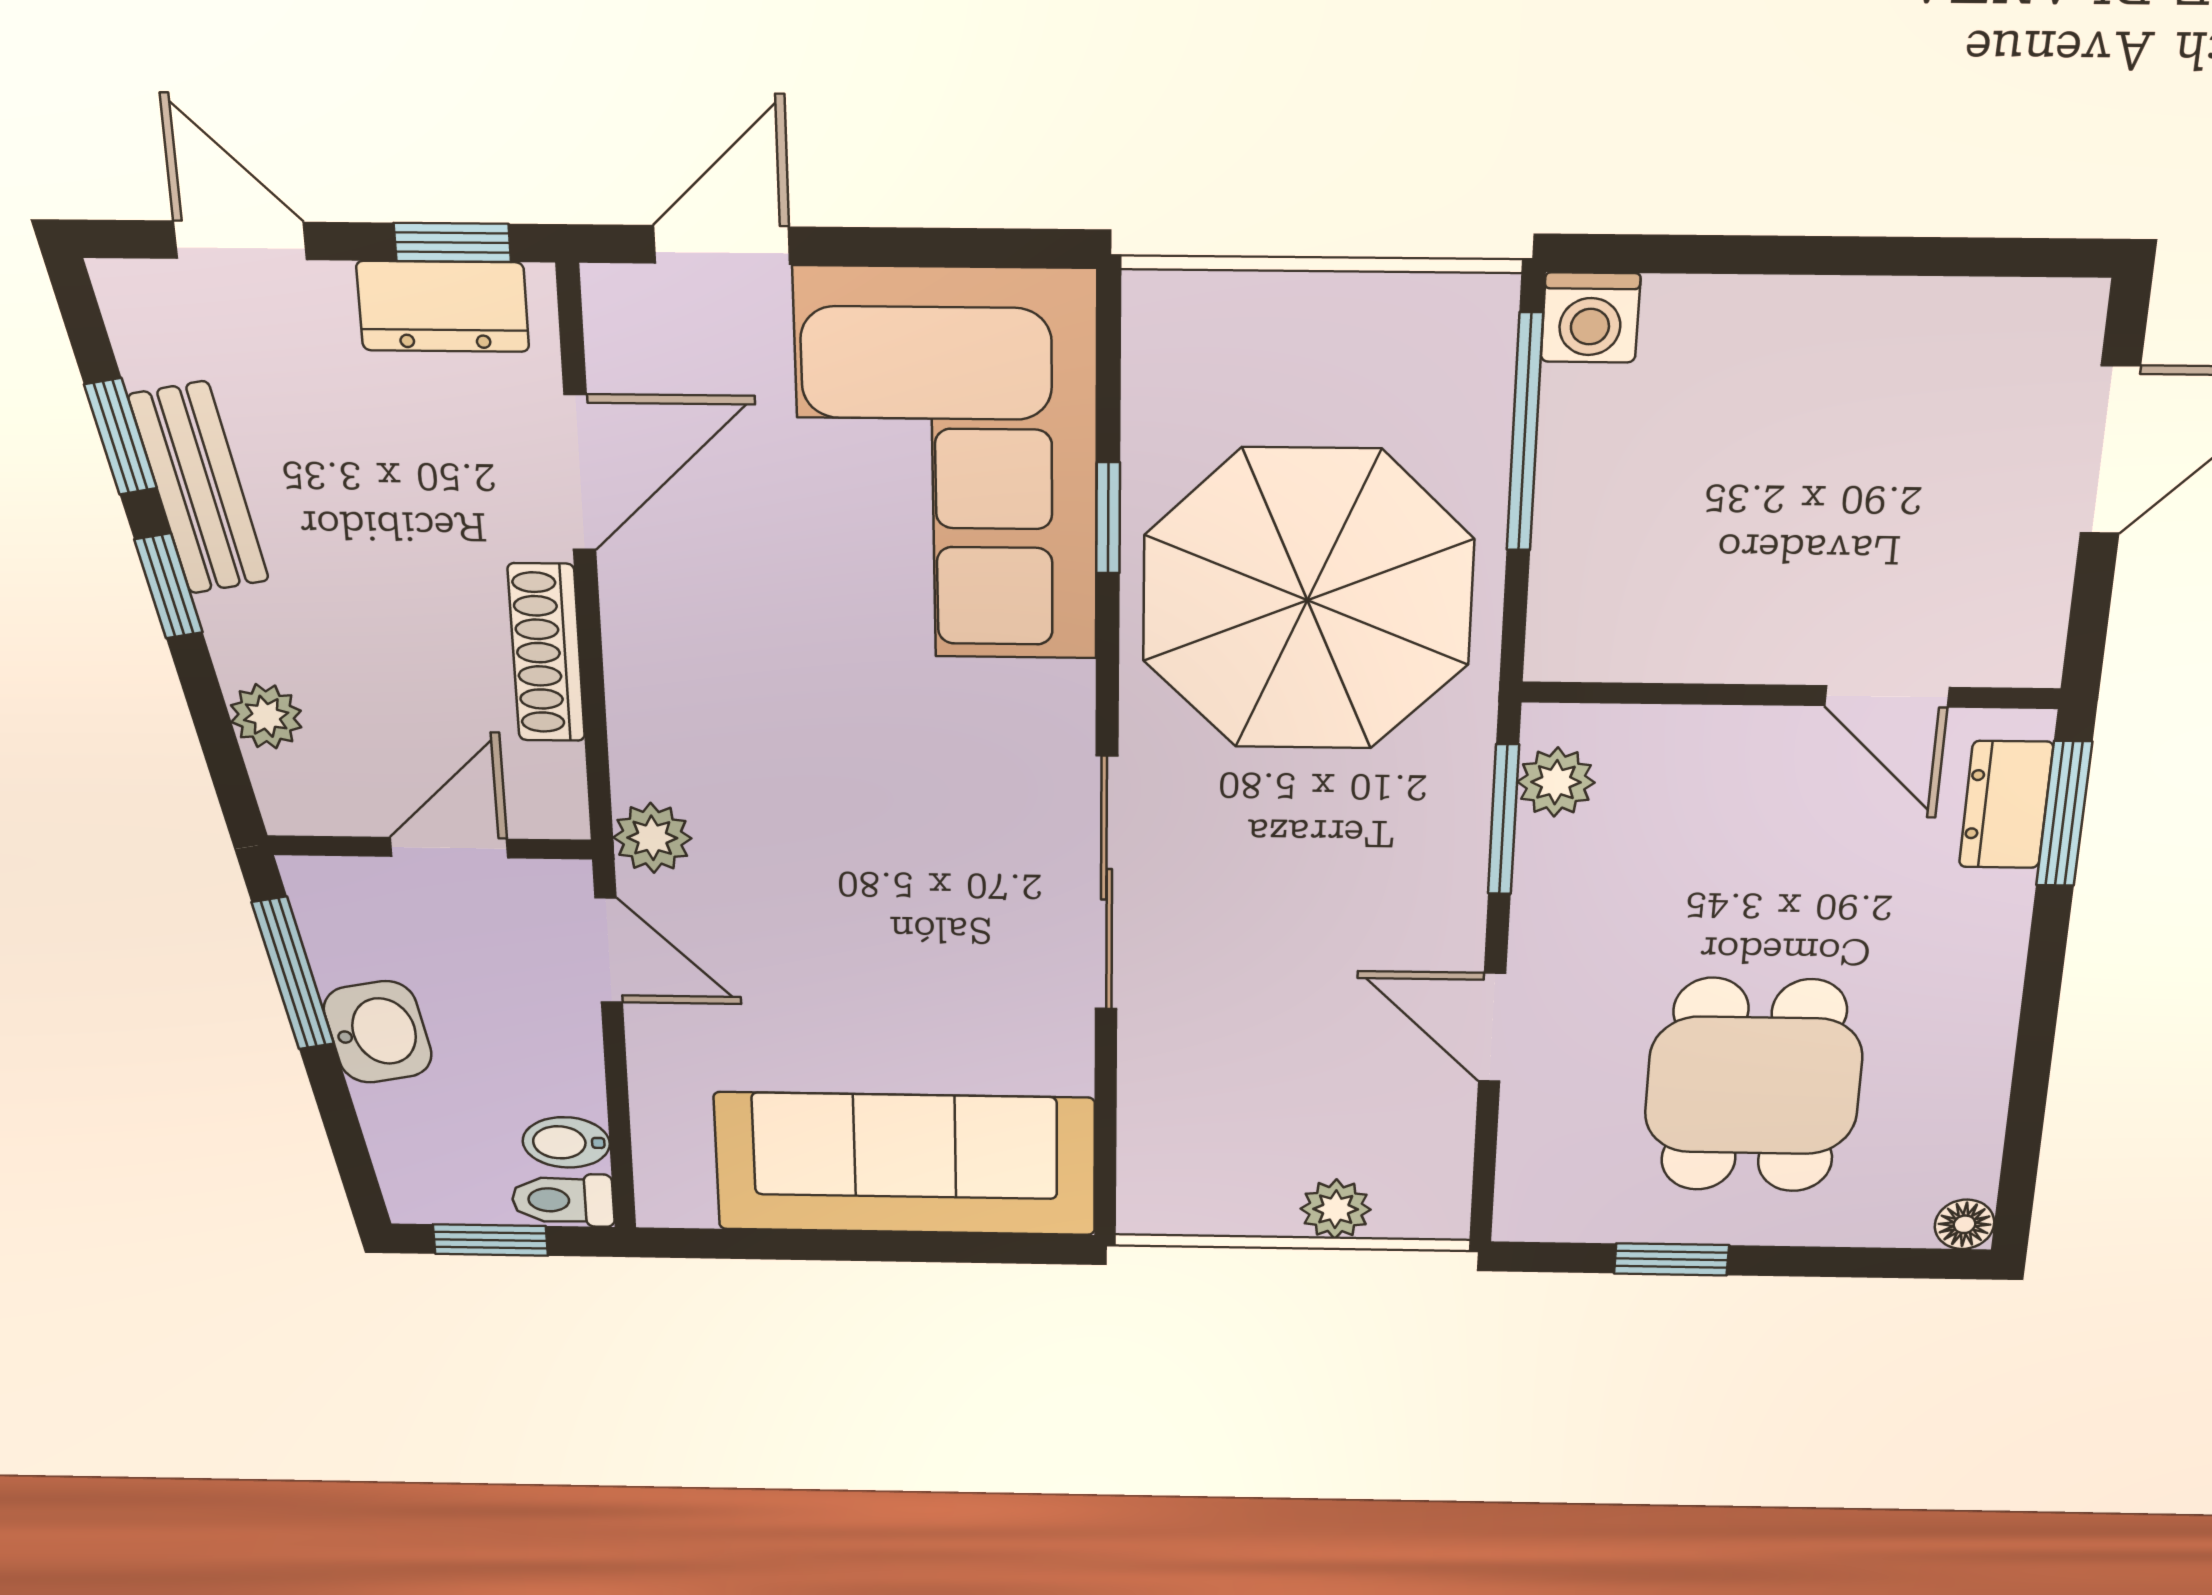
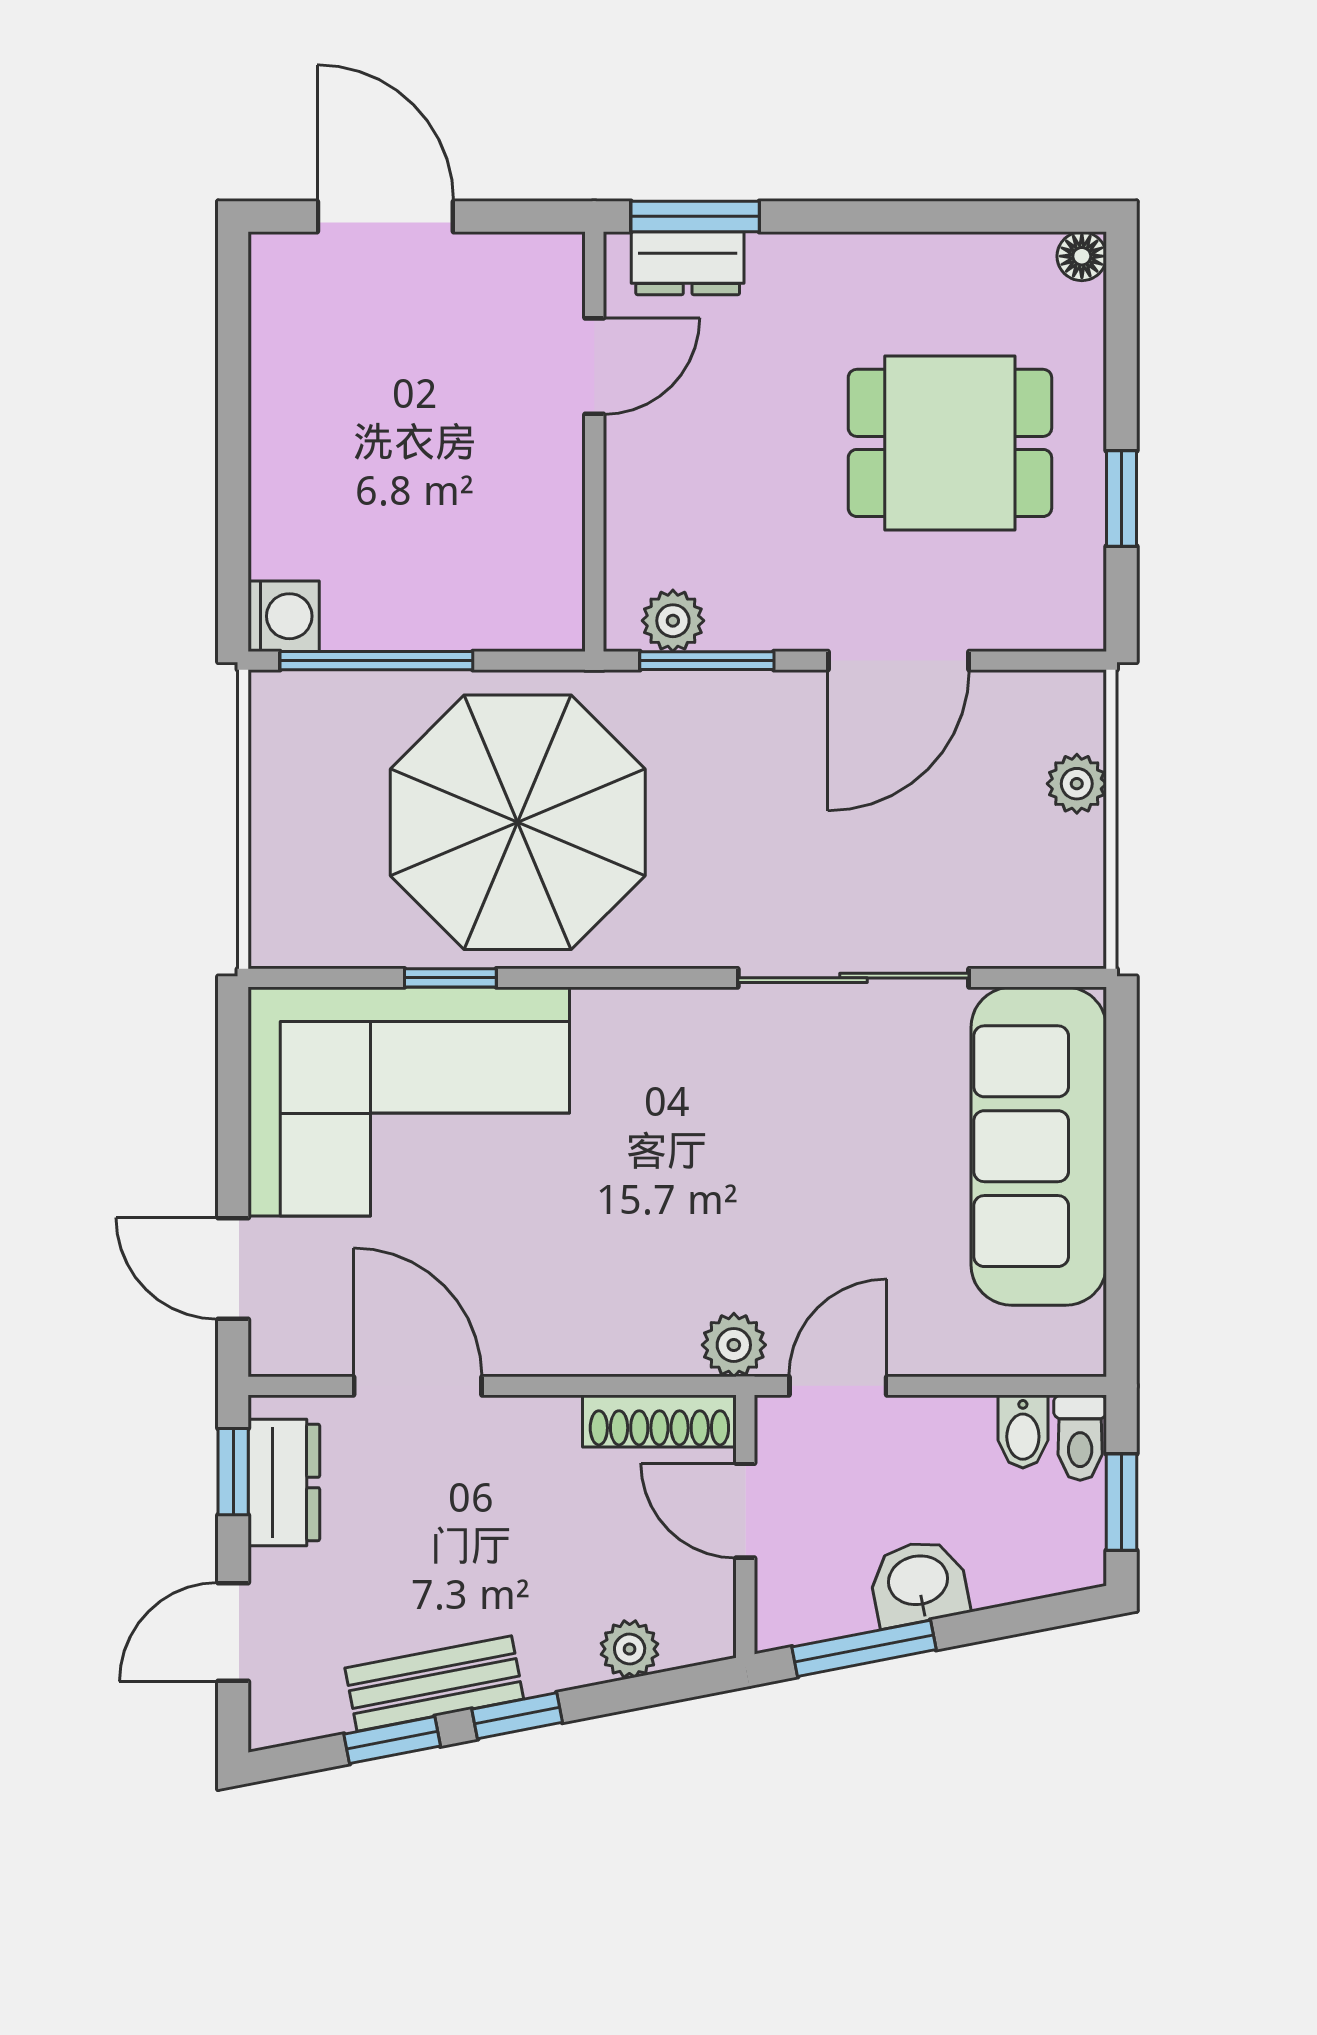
shoe rack: (546, 653) -> (659, 1421), moved
sliding door: (1107, 884) -> (853, 978), moved
door: (1492, 1028) -> (898, 661), width x1.37

